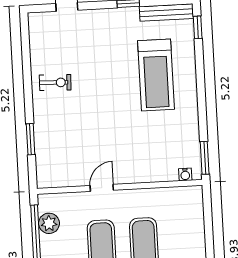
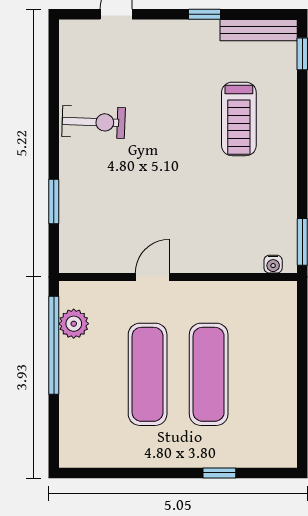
treadmill: (156, 75) -> (239, 119), width x0.73, depth x0.73
exercise bike: (55, 83) -> (94, 122), width x1.38, depth x1.39

